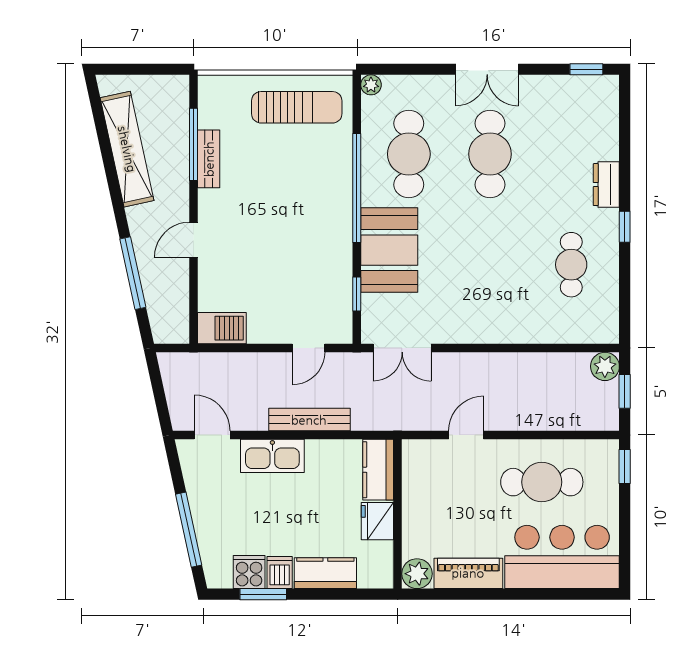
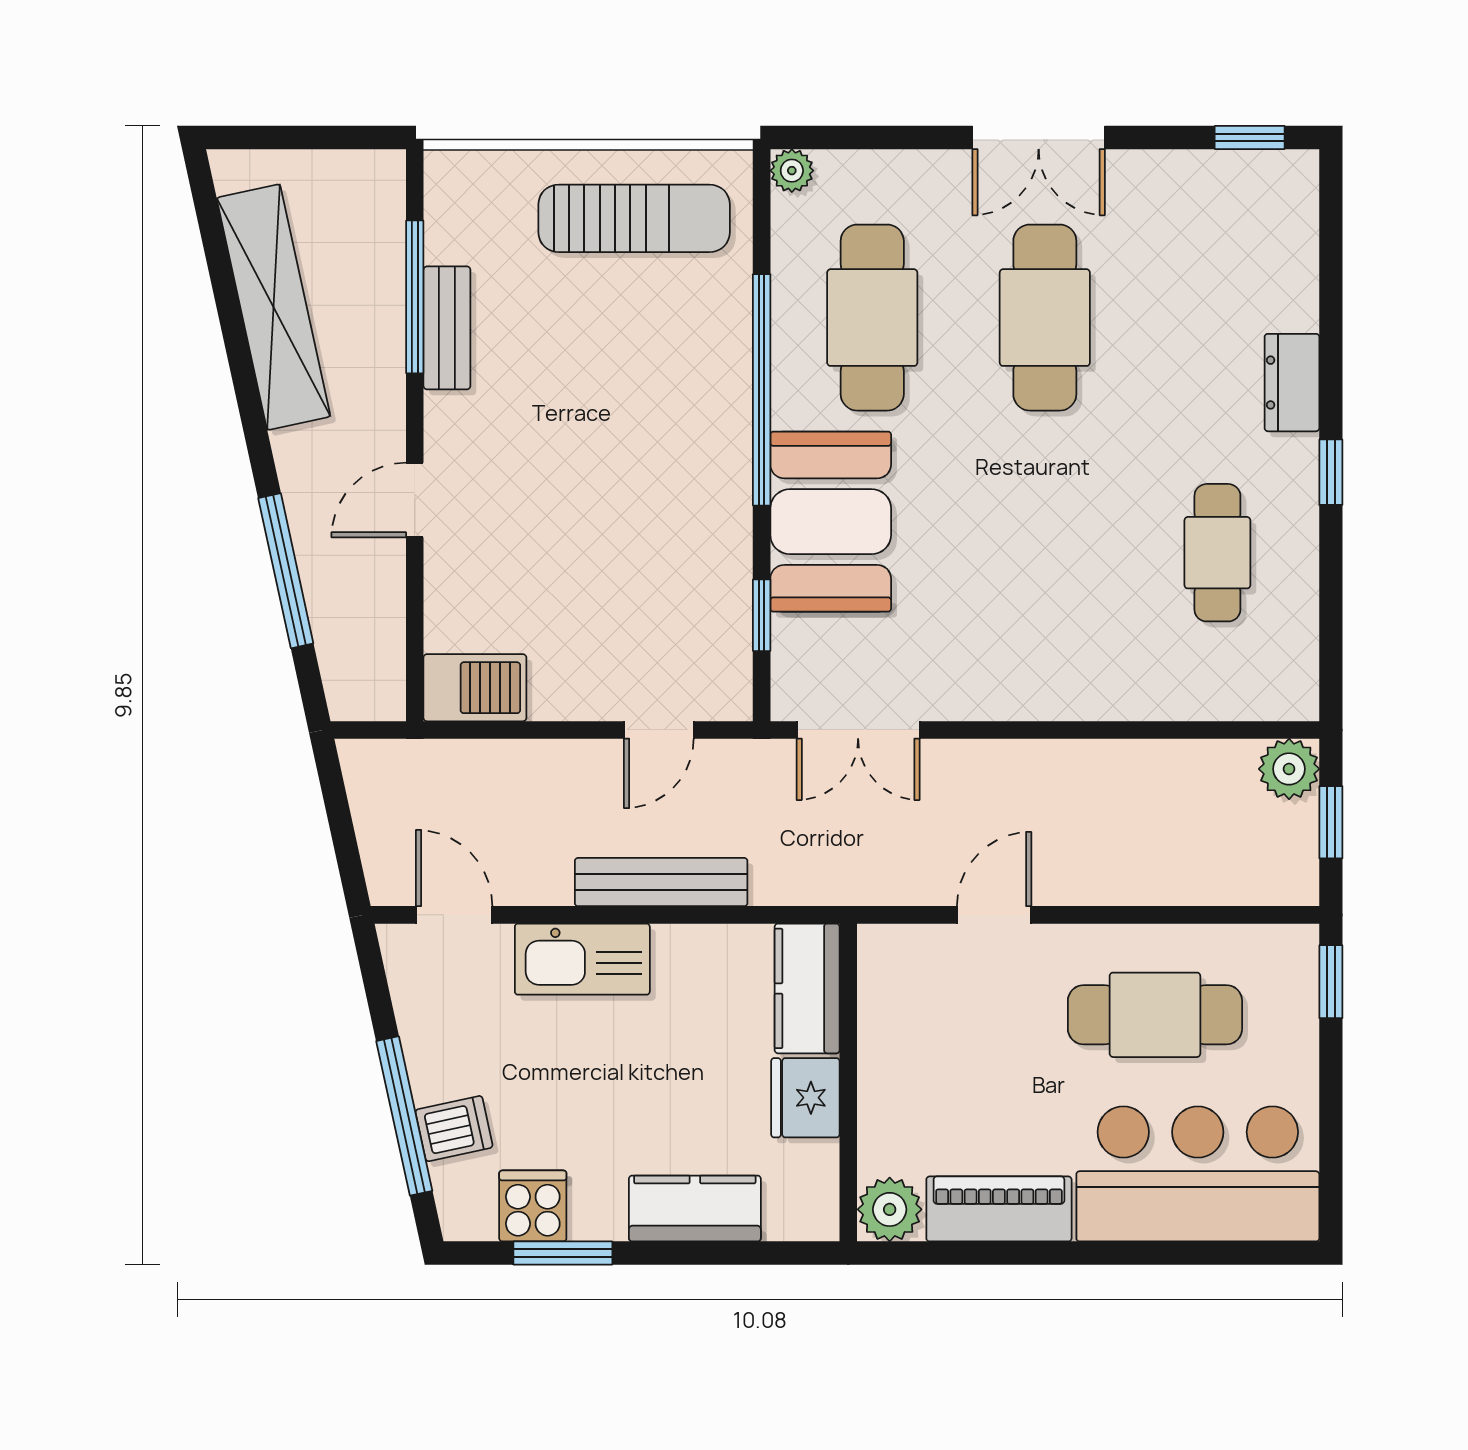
dishwasher: (280, 573) -> (454, 1129), moved, turned 78

